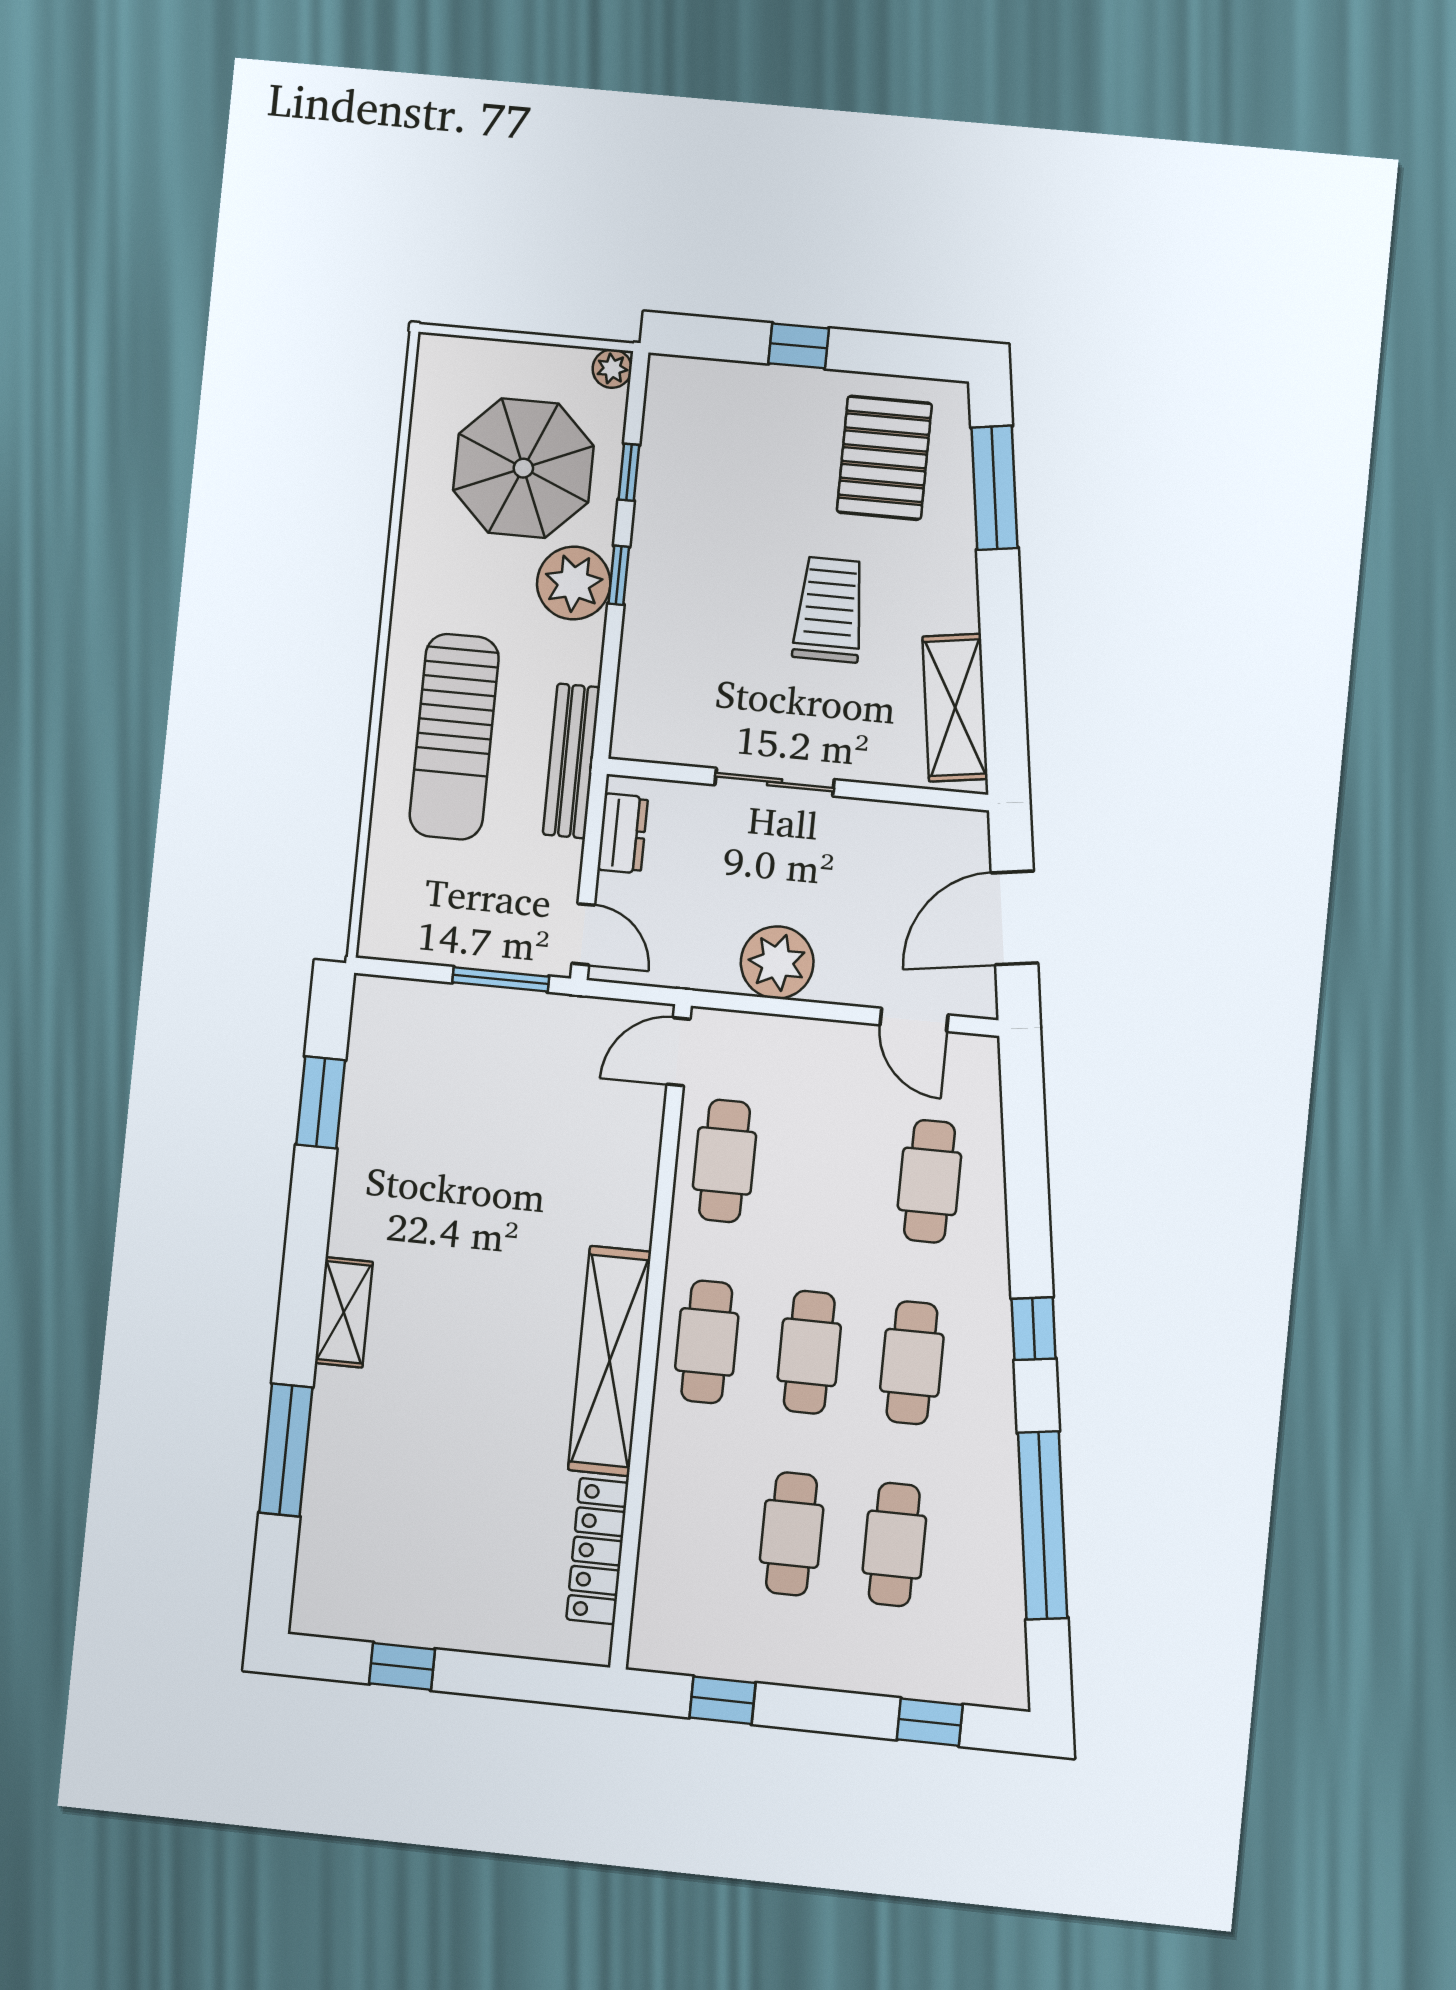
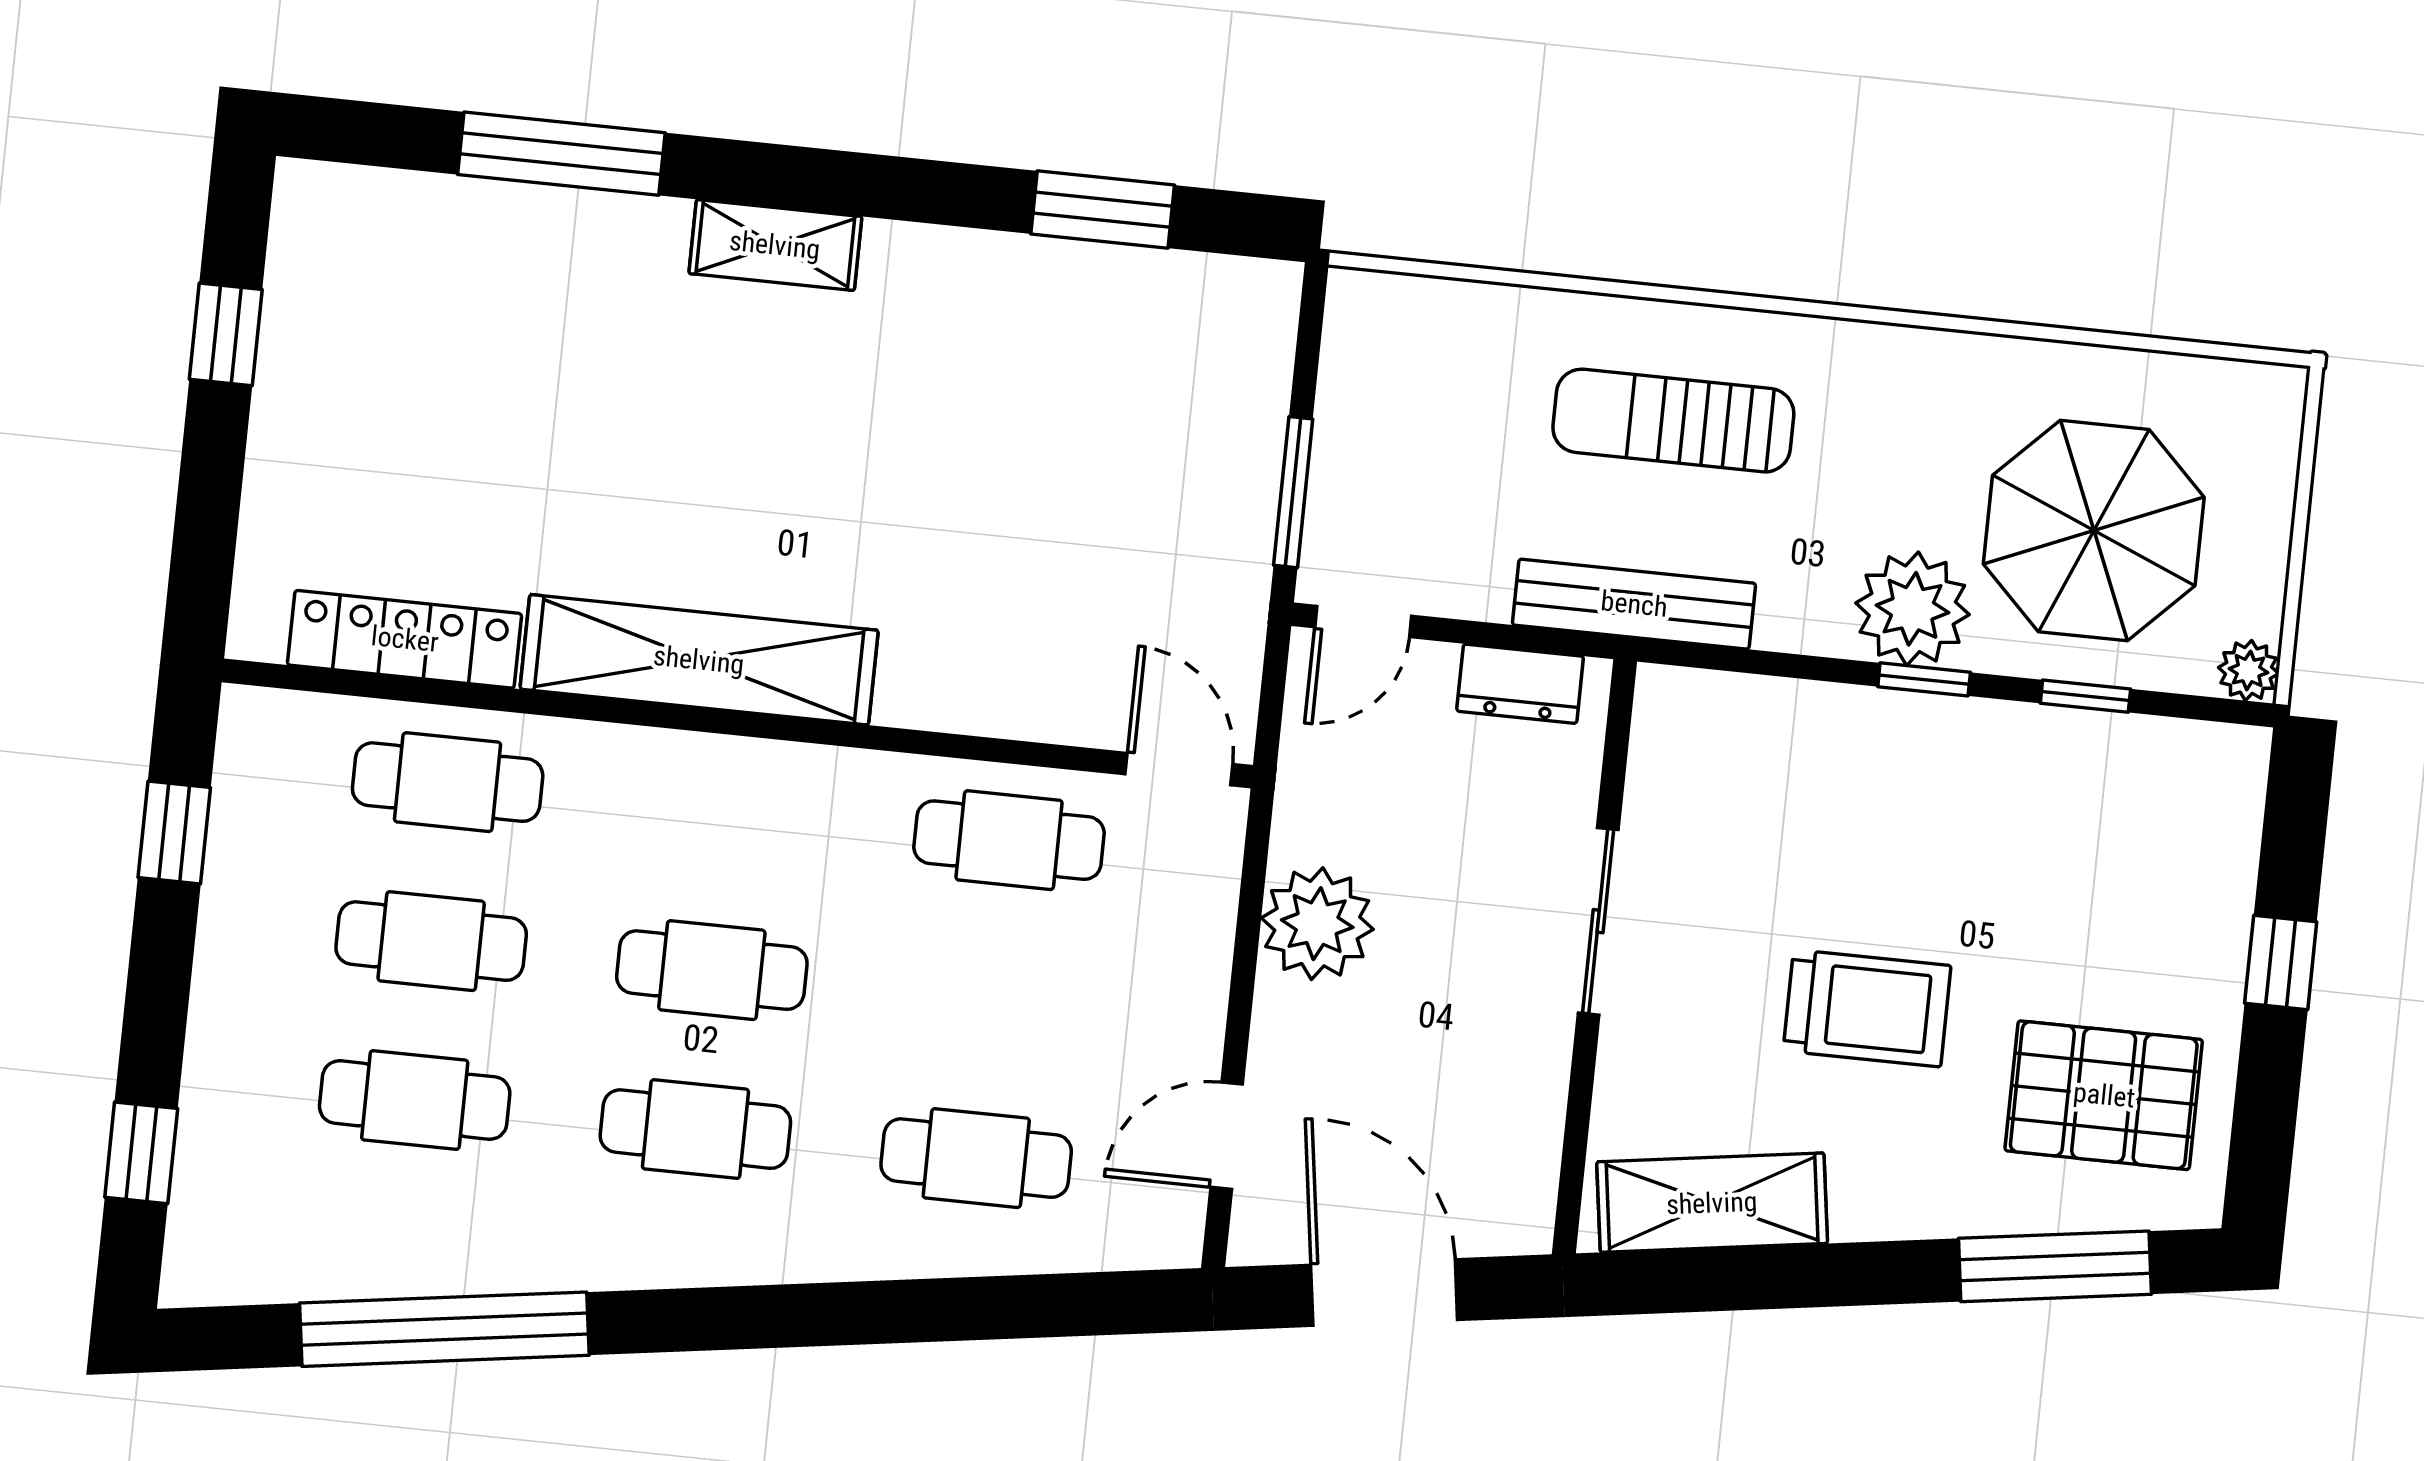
sun lounger: (454, 737) -> (1673, 421), width x0.73, depth x0.75
window: (1034, 1329) -> (748, 1317), removed
cafe table: (707, 1342) -> (448, 782), moved

